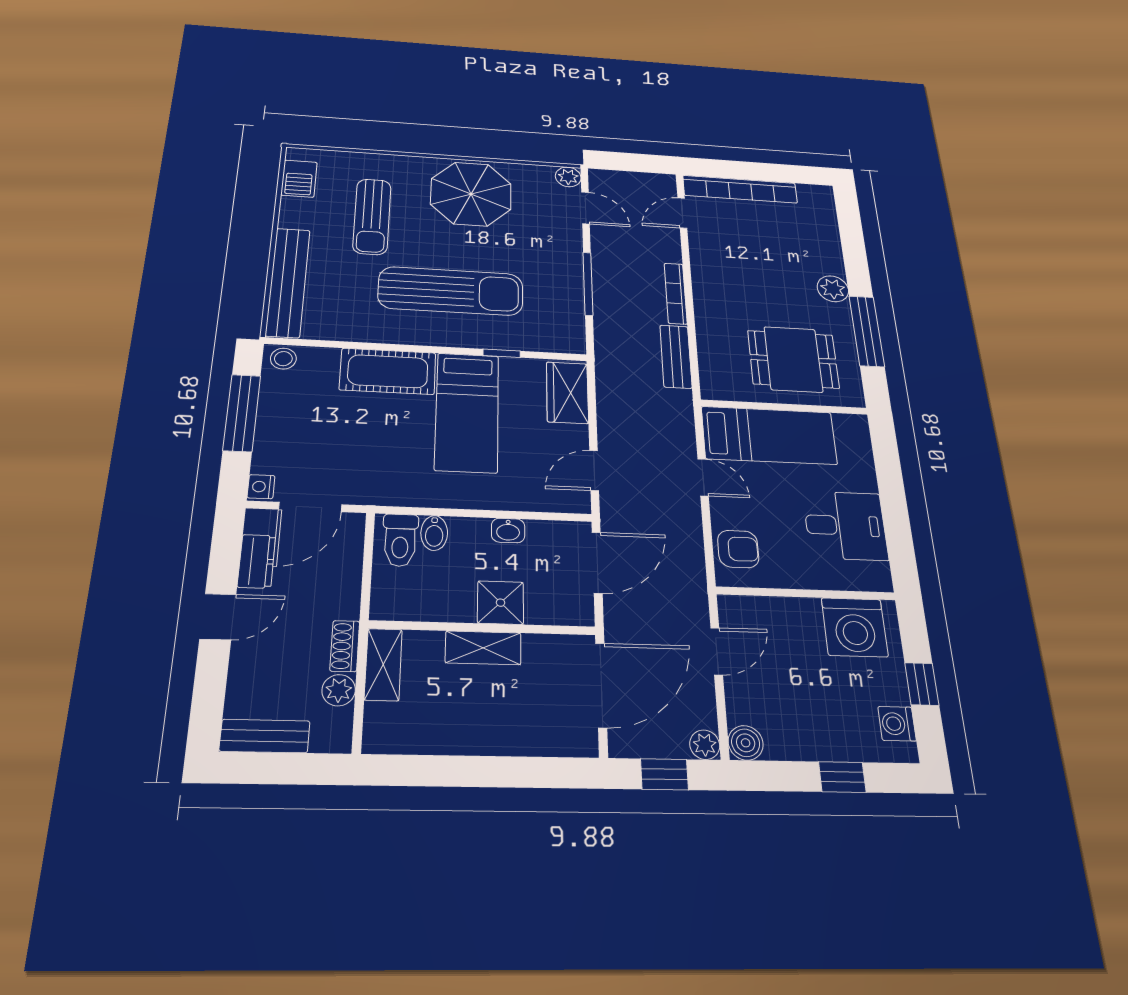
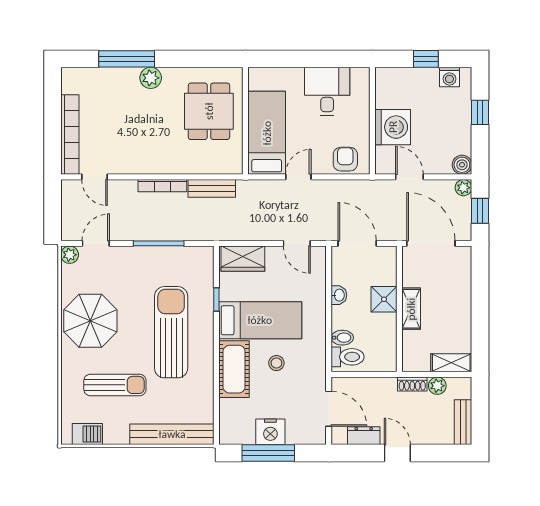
window: (867, 331) -> (127, 59), moved
stool: (283, 359) -> (276, 363), moved
nightstand: (261, 487) -> (270, 432), moved, width x1.89, depth x1.79
washing machine: (855, 627) -> (393, 127), moved
shelving: (383, 664) -> (451, 363), moved

